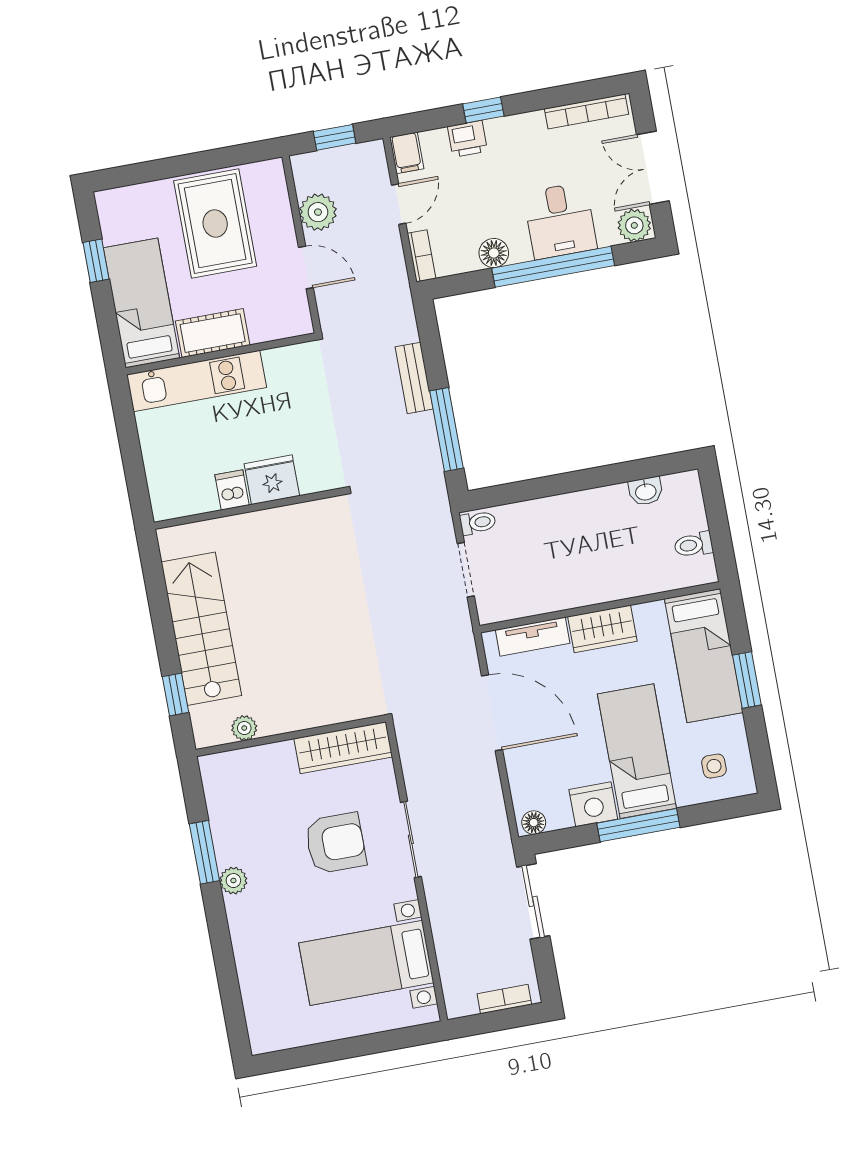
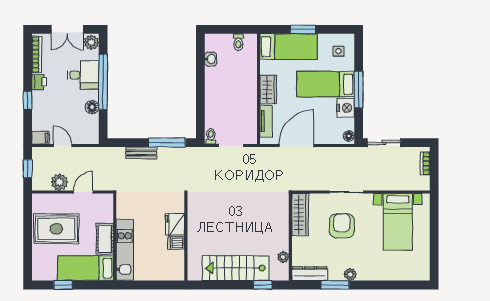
printer: (467, 139) -> (39, 82), moved
bookcase: (422, 256) -> (88, 140), removed
dresser: (219, 792) -> (310, 274), added

